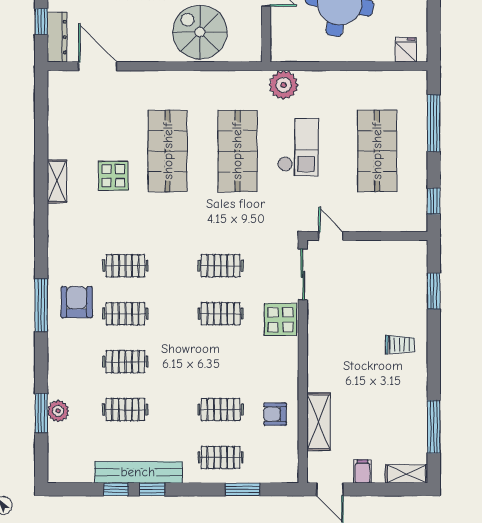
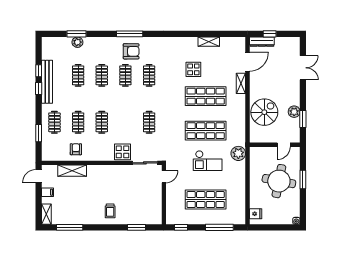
shelving: (141, 80) -> (241, 83), added
shelving: (57, 181) -> (209, 42), moved
clothes rail: (221, 314) -> (102, 122), moved

